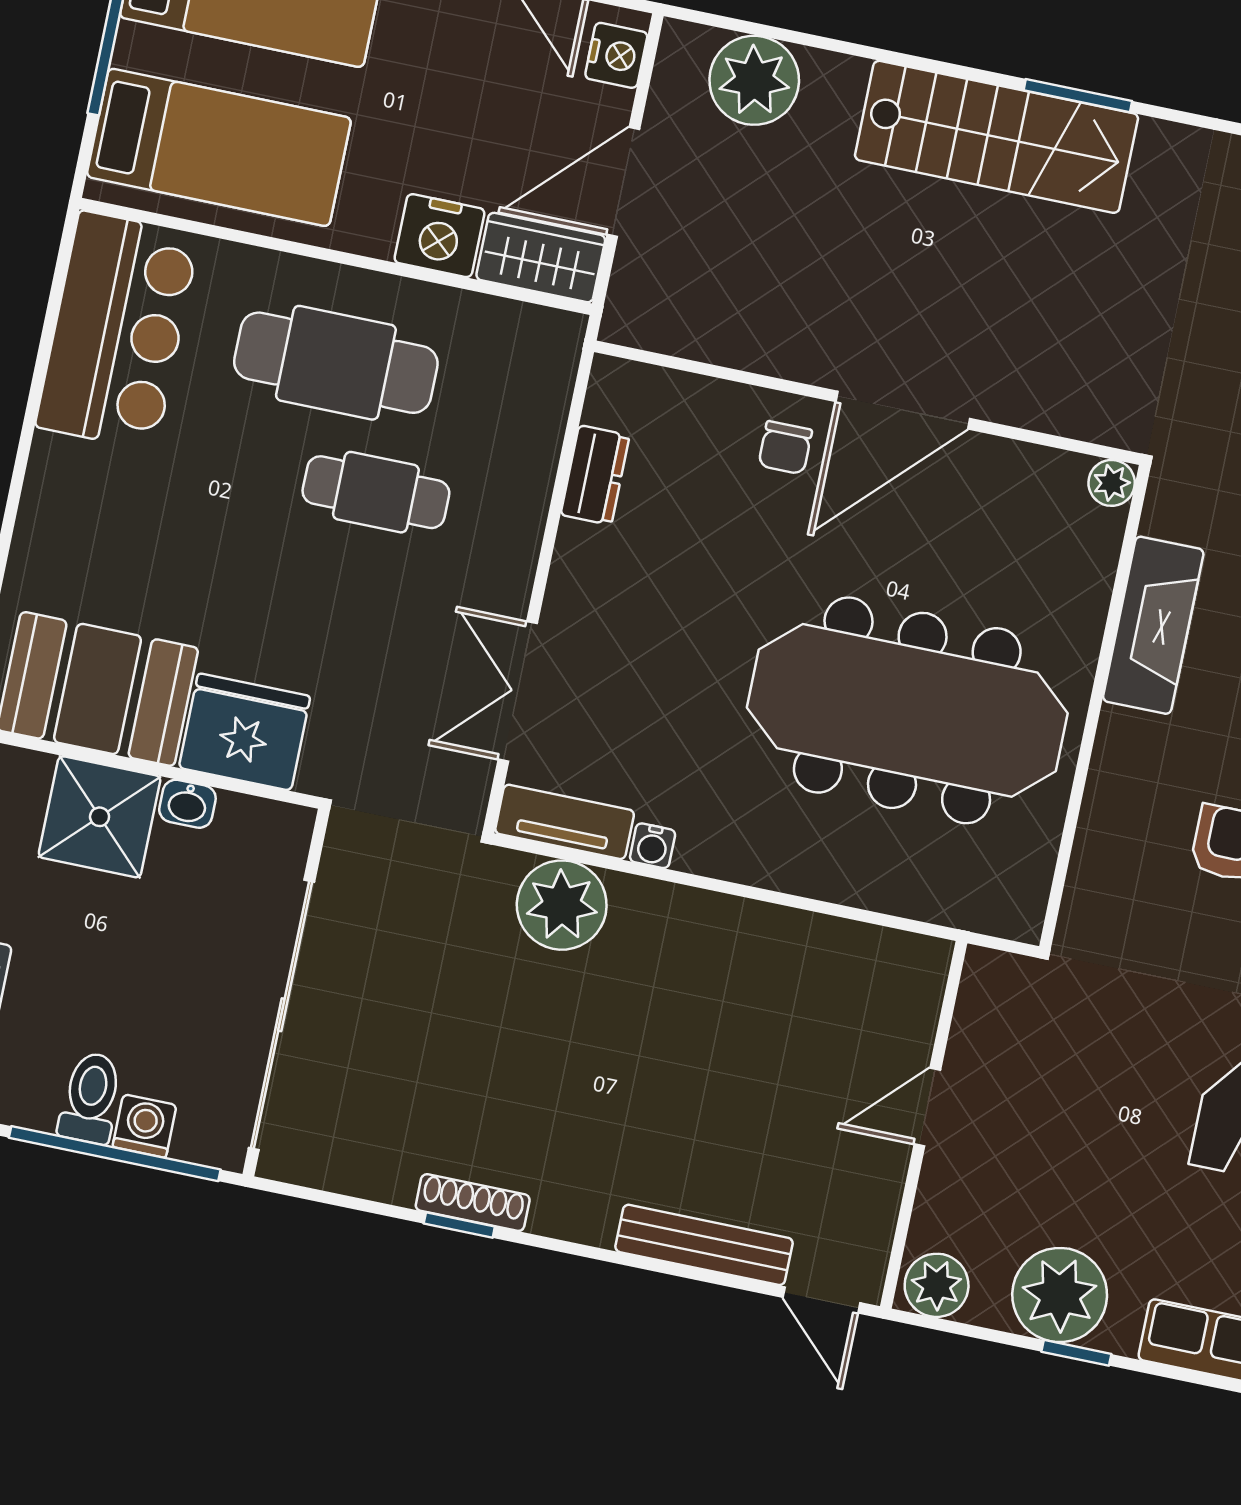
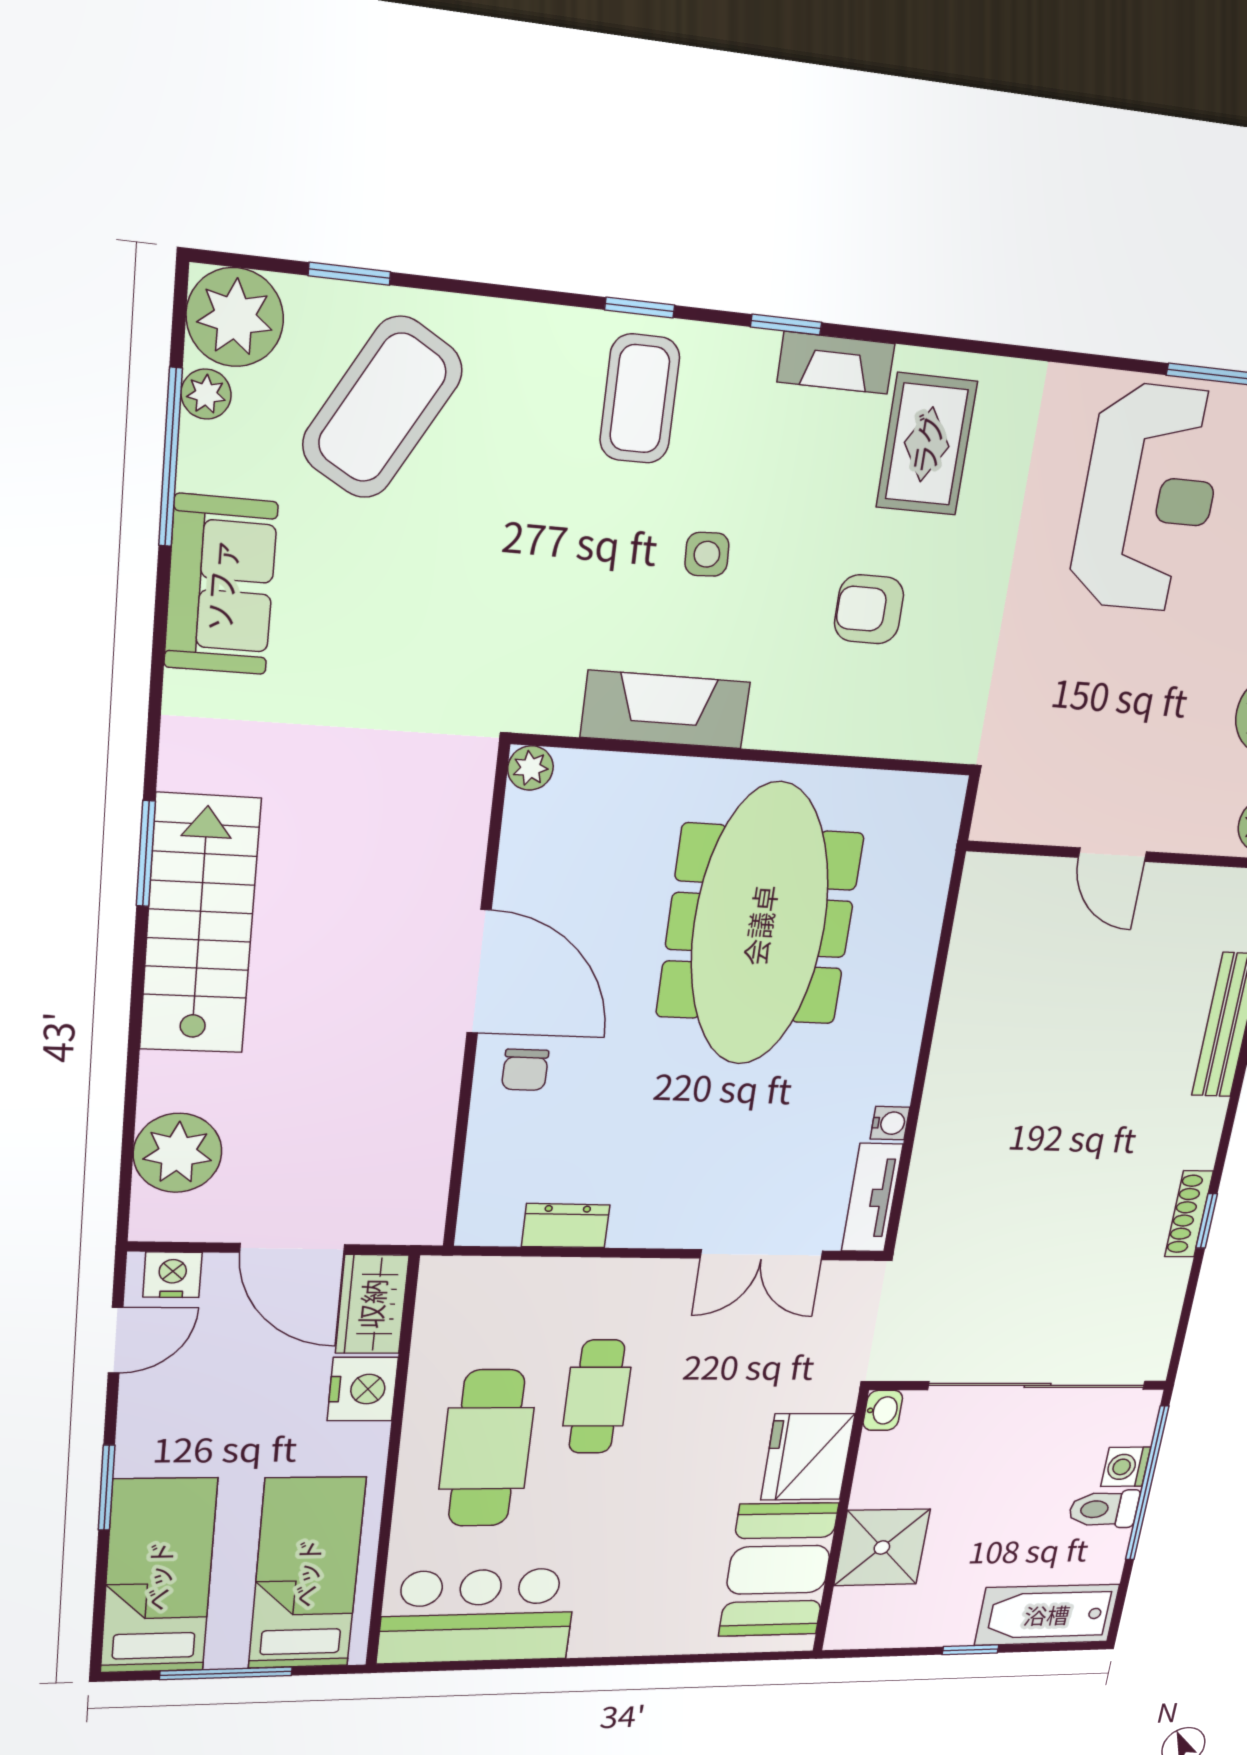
chair: (785, 448) -> (525, 1070), turned 90
washbasin: (187, 804) -> (883, 1410), moved
plant: (562, 905) -> (943, 1188), removed

